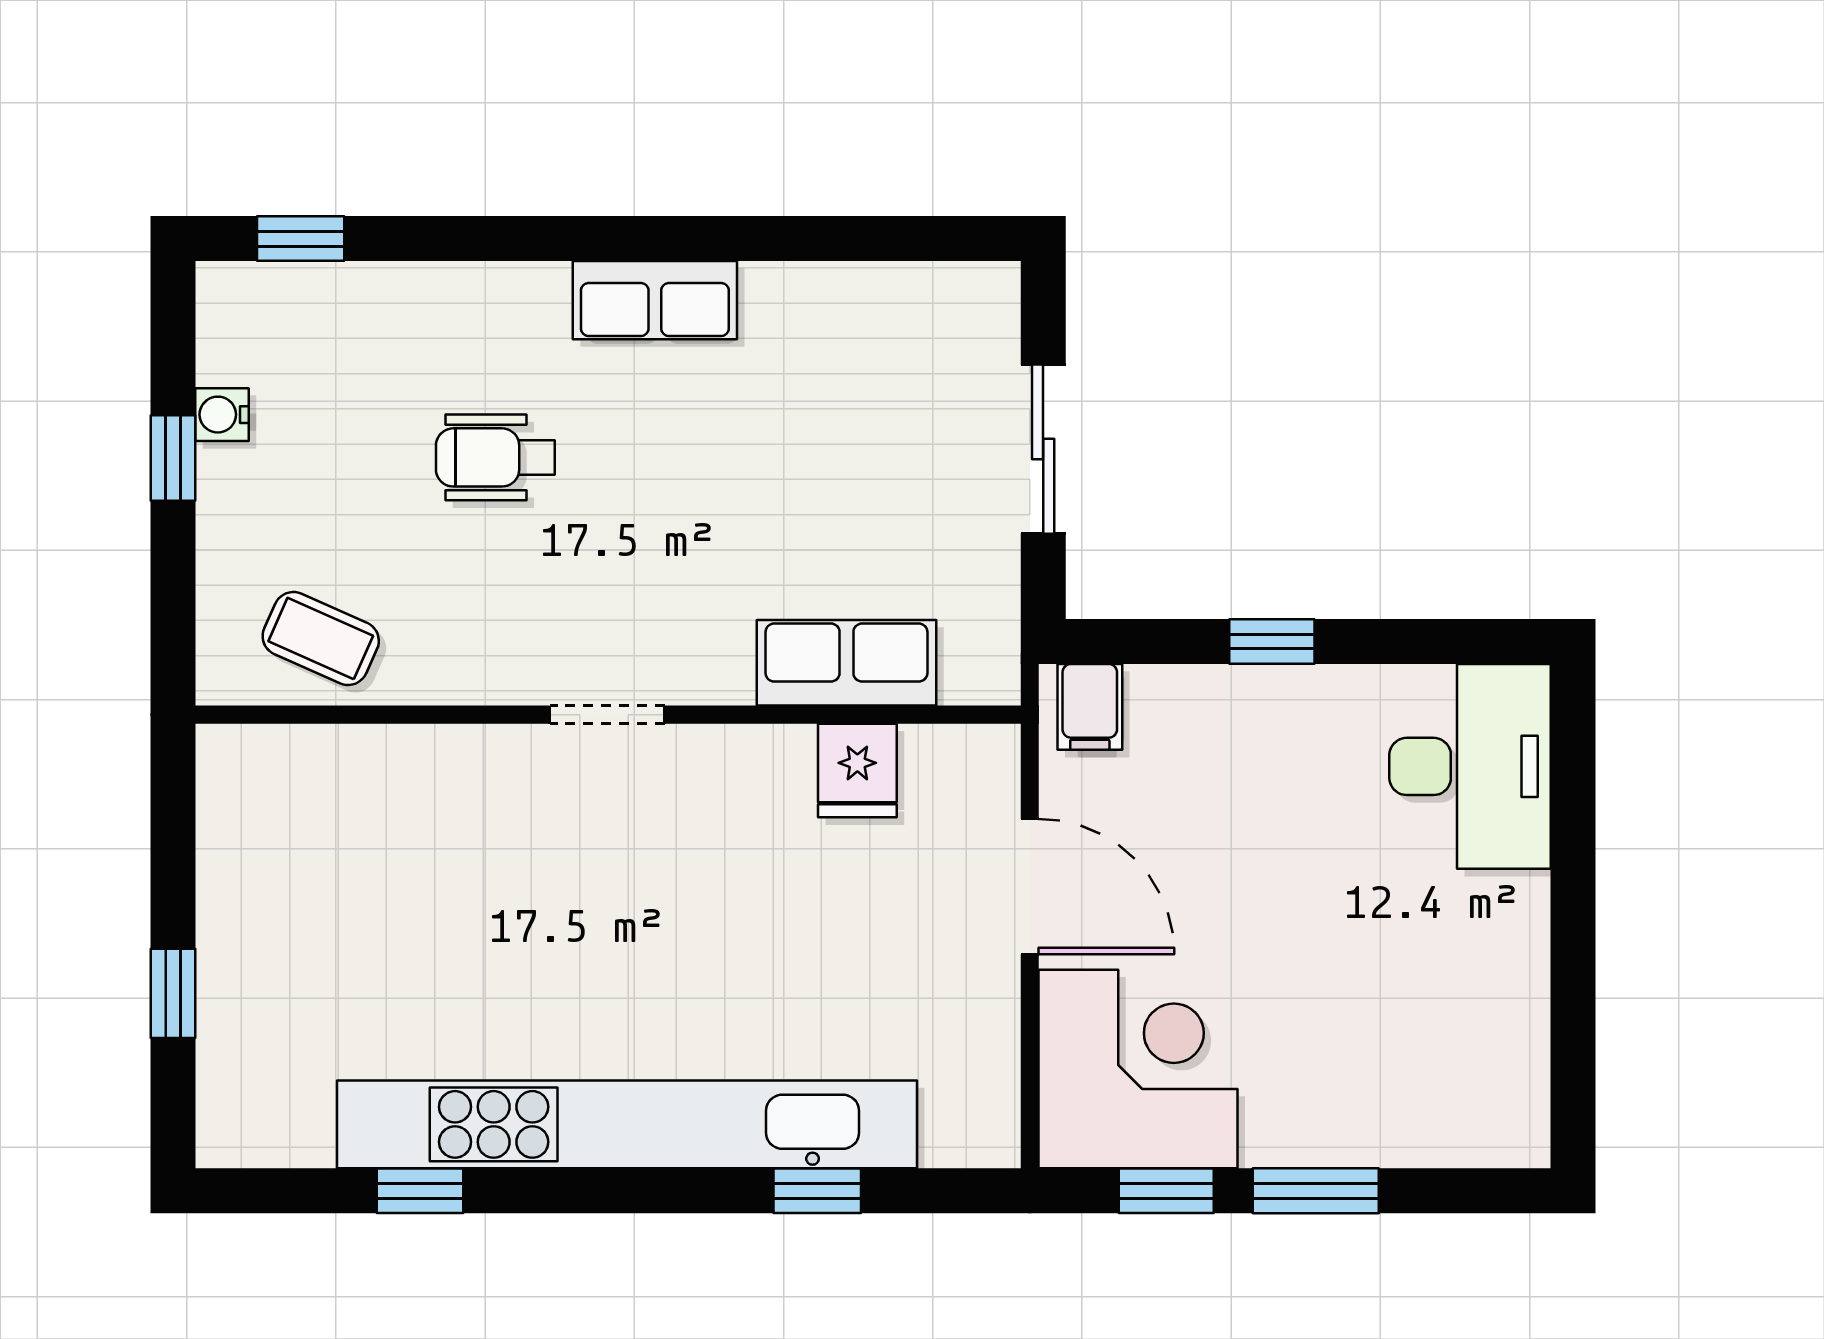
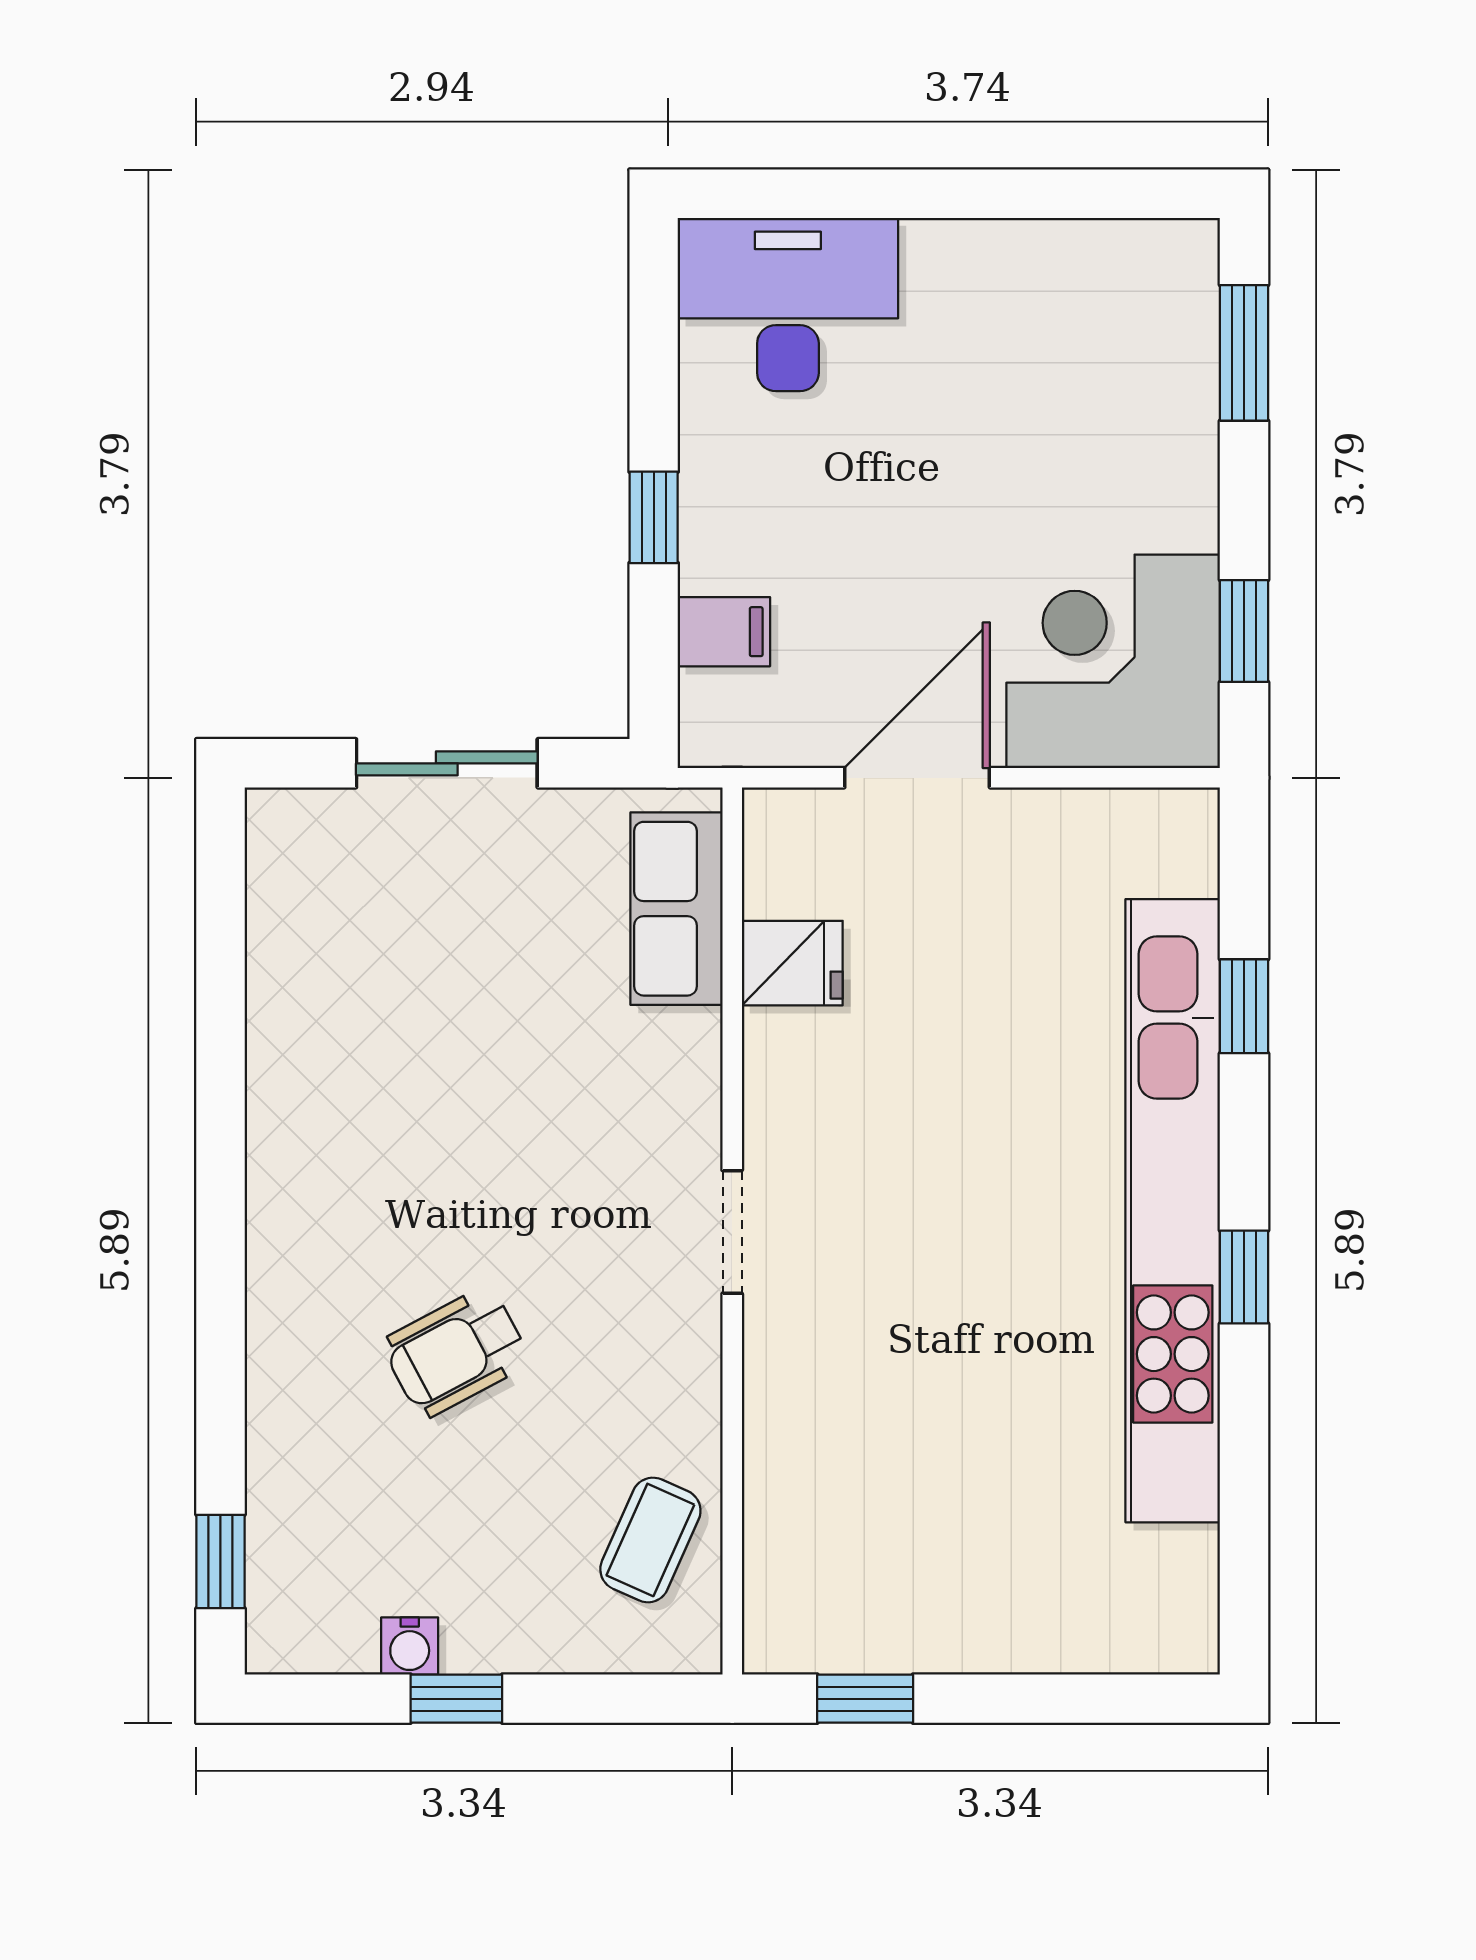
row of seats: (655, 300) -> (287, 1181), removed
wheelchair: (495, 457) -> (456, 1352), turned 62
row of seats: (846, 663) -> (677, 909), moved
filing cabinet: (1090, 707) -> (724, 632), moved
window: (173, 993) -> (865, 1699), moved
window: (420, 1191) -> (1244, 1277), moved
window: (1316, 1191) -> (1244, 353), moved

